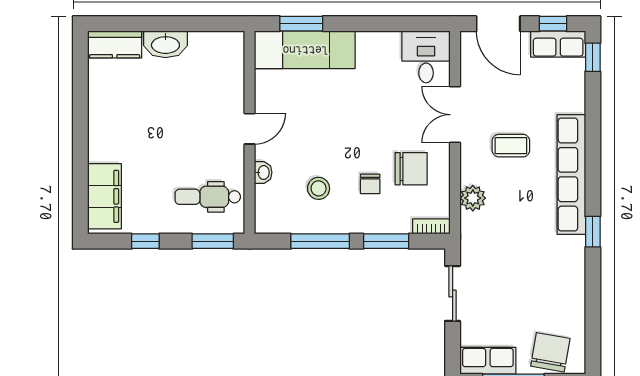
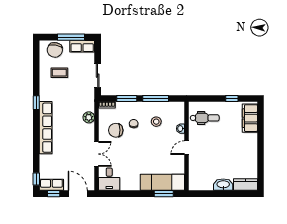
coffee table: (511, 146) -> (59, 73), moved
window: (213, 241) -> (203, 98), removed

